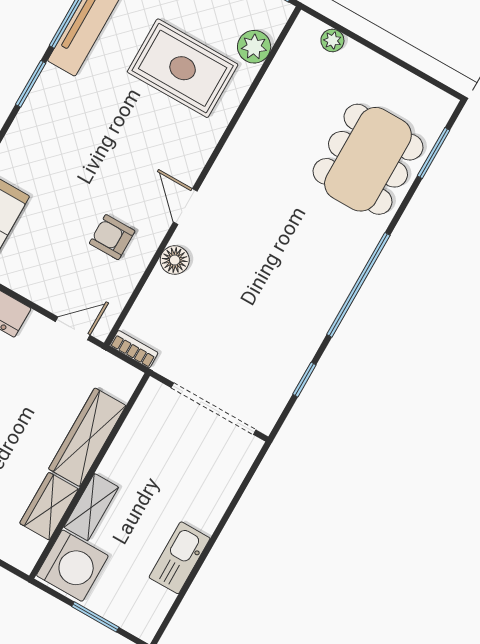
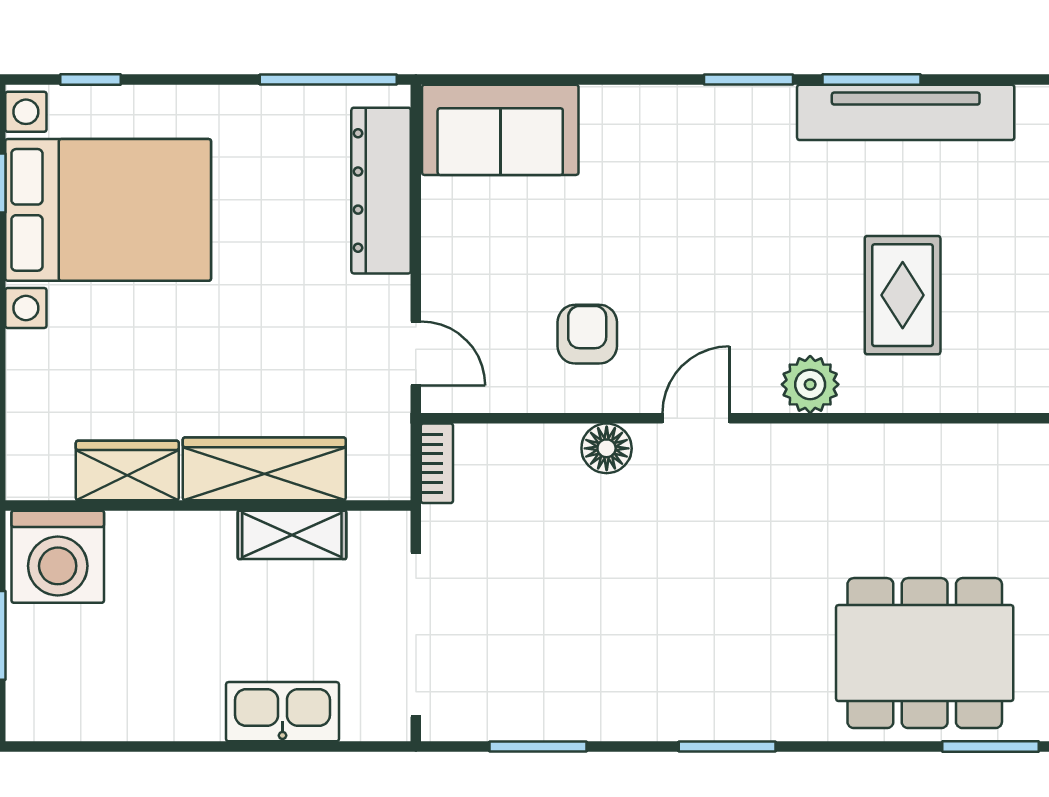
plant: (254, 47) -> (810, 384), moved
rug: (183, 68) -> (903, 295), width x0.73, depth x0.70
window: (358, 285) -> (727, 747), width x0.47
window: (304, 379) -> (538, 747), width x1.50
shelving: (91, 507) -> (292, 535), moved
kitchen sink: (180, 558) -> (283, 712), moved

